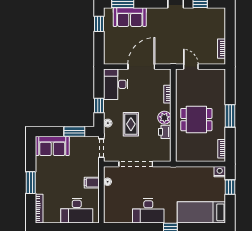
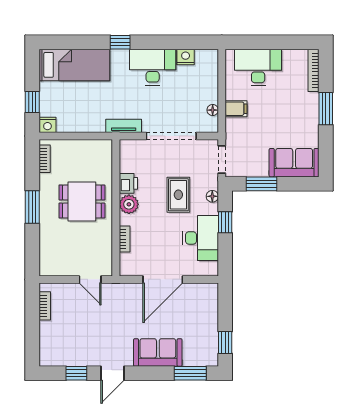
sofa: (130, 17) -> (158, 352), moved
desk: (116, 84) -> (201, 238), moved
tv unit: (168, 171) -> (124, 126), added
nightstand: (126, 218) -> (186, 57), added

